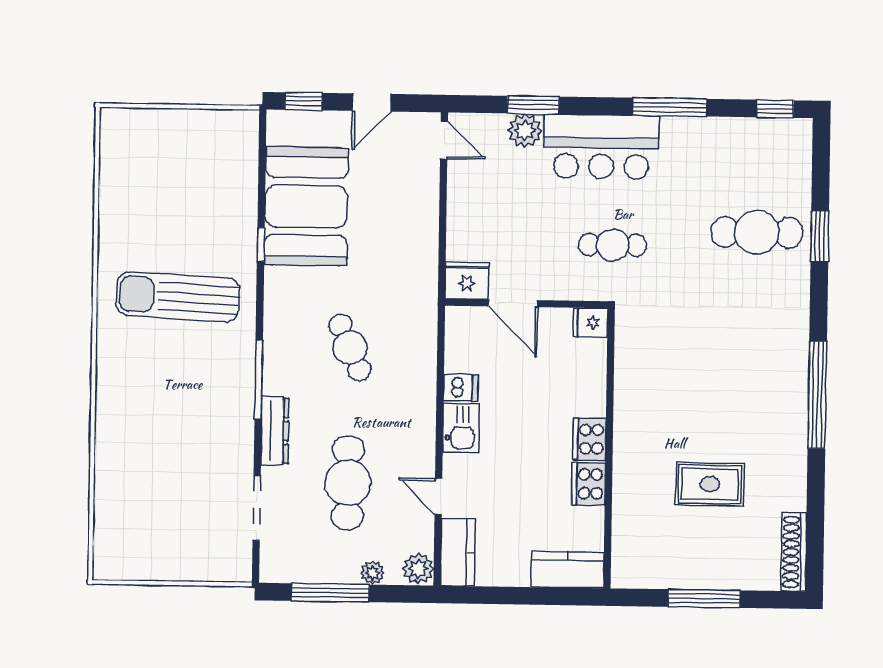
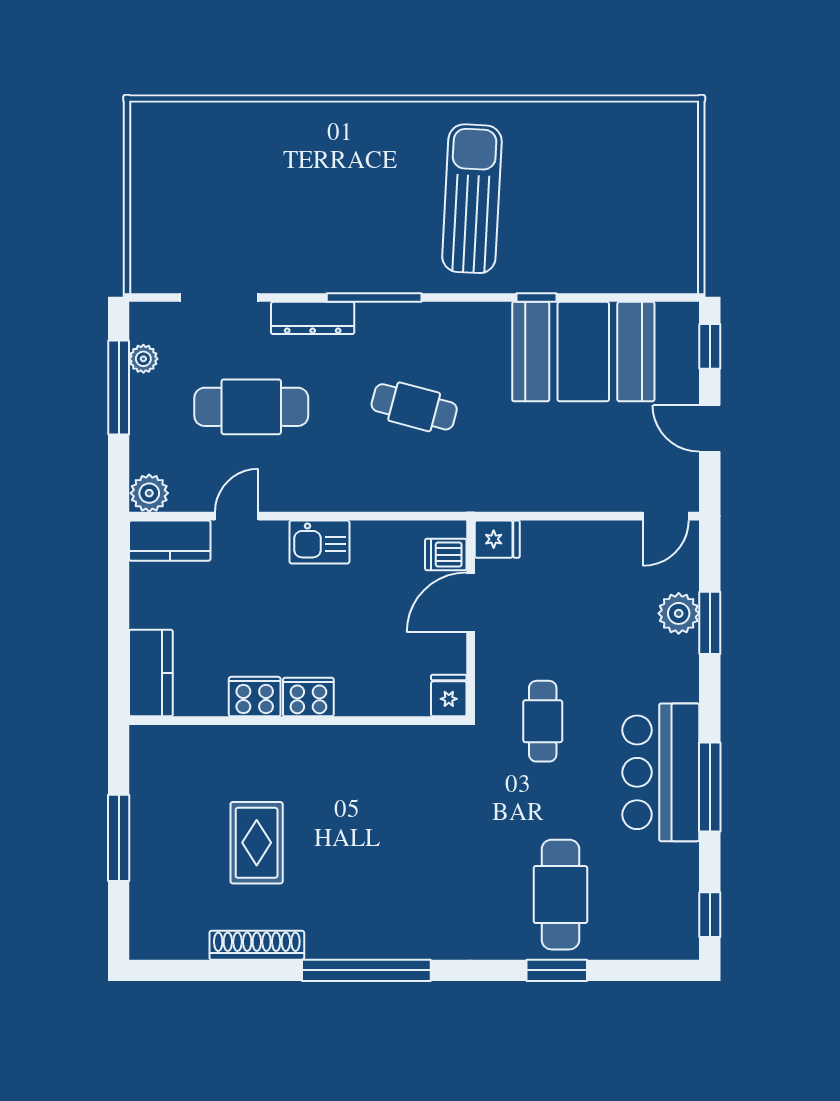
bar counter: (601, 147) -> (661, 772), moved
fridge: (467, 280) -> (497, 539), width x0.72
cafe table: (350, 348) -> (414, 407), turned 39
dishwasher: (461, 388) -> (446, 555), moved, turned 90
shoe rack: (794, 552) -> (257, 945), moved
plant: (373, 573) -> (143, 359), moved

